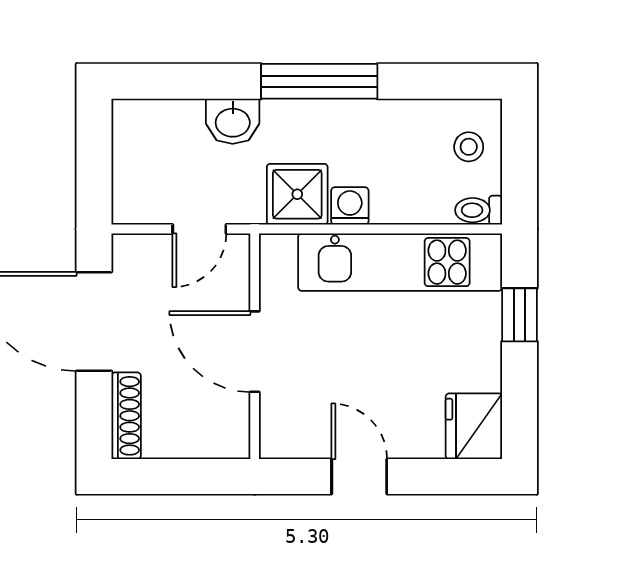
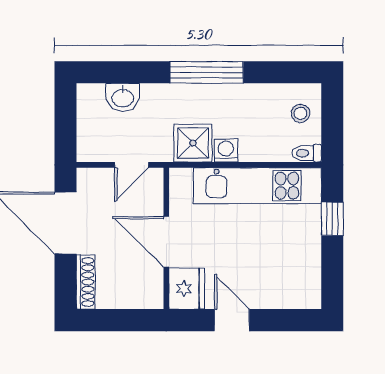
washbasin: (233, 121) -> (123, 97), moved
fridge: (474, 426) -> (187, 289), moved, turned 180

